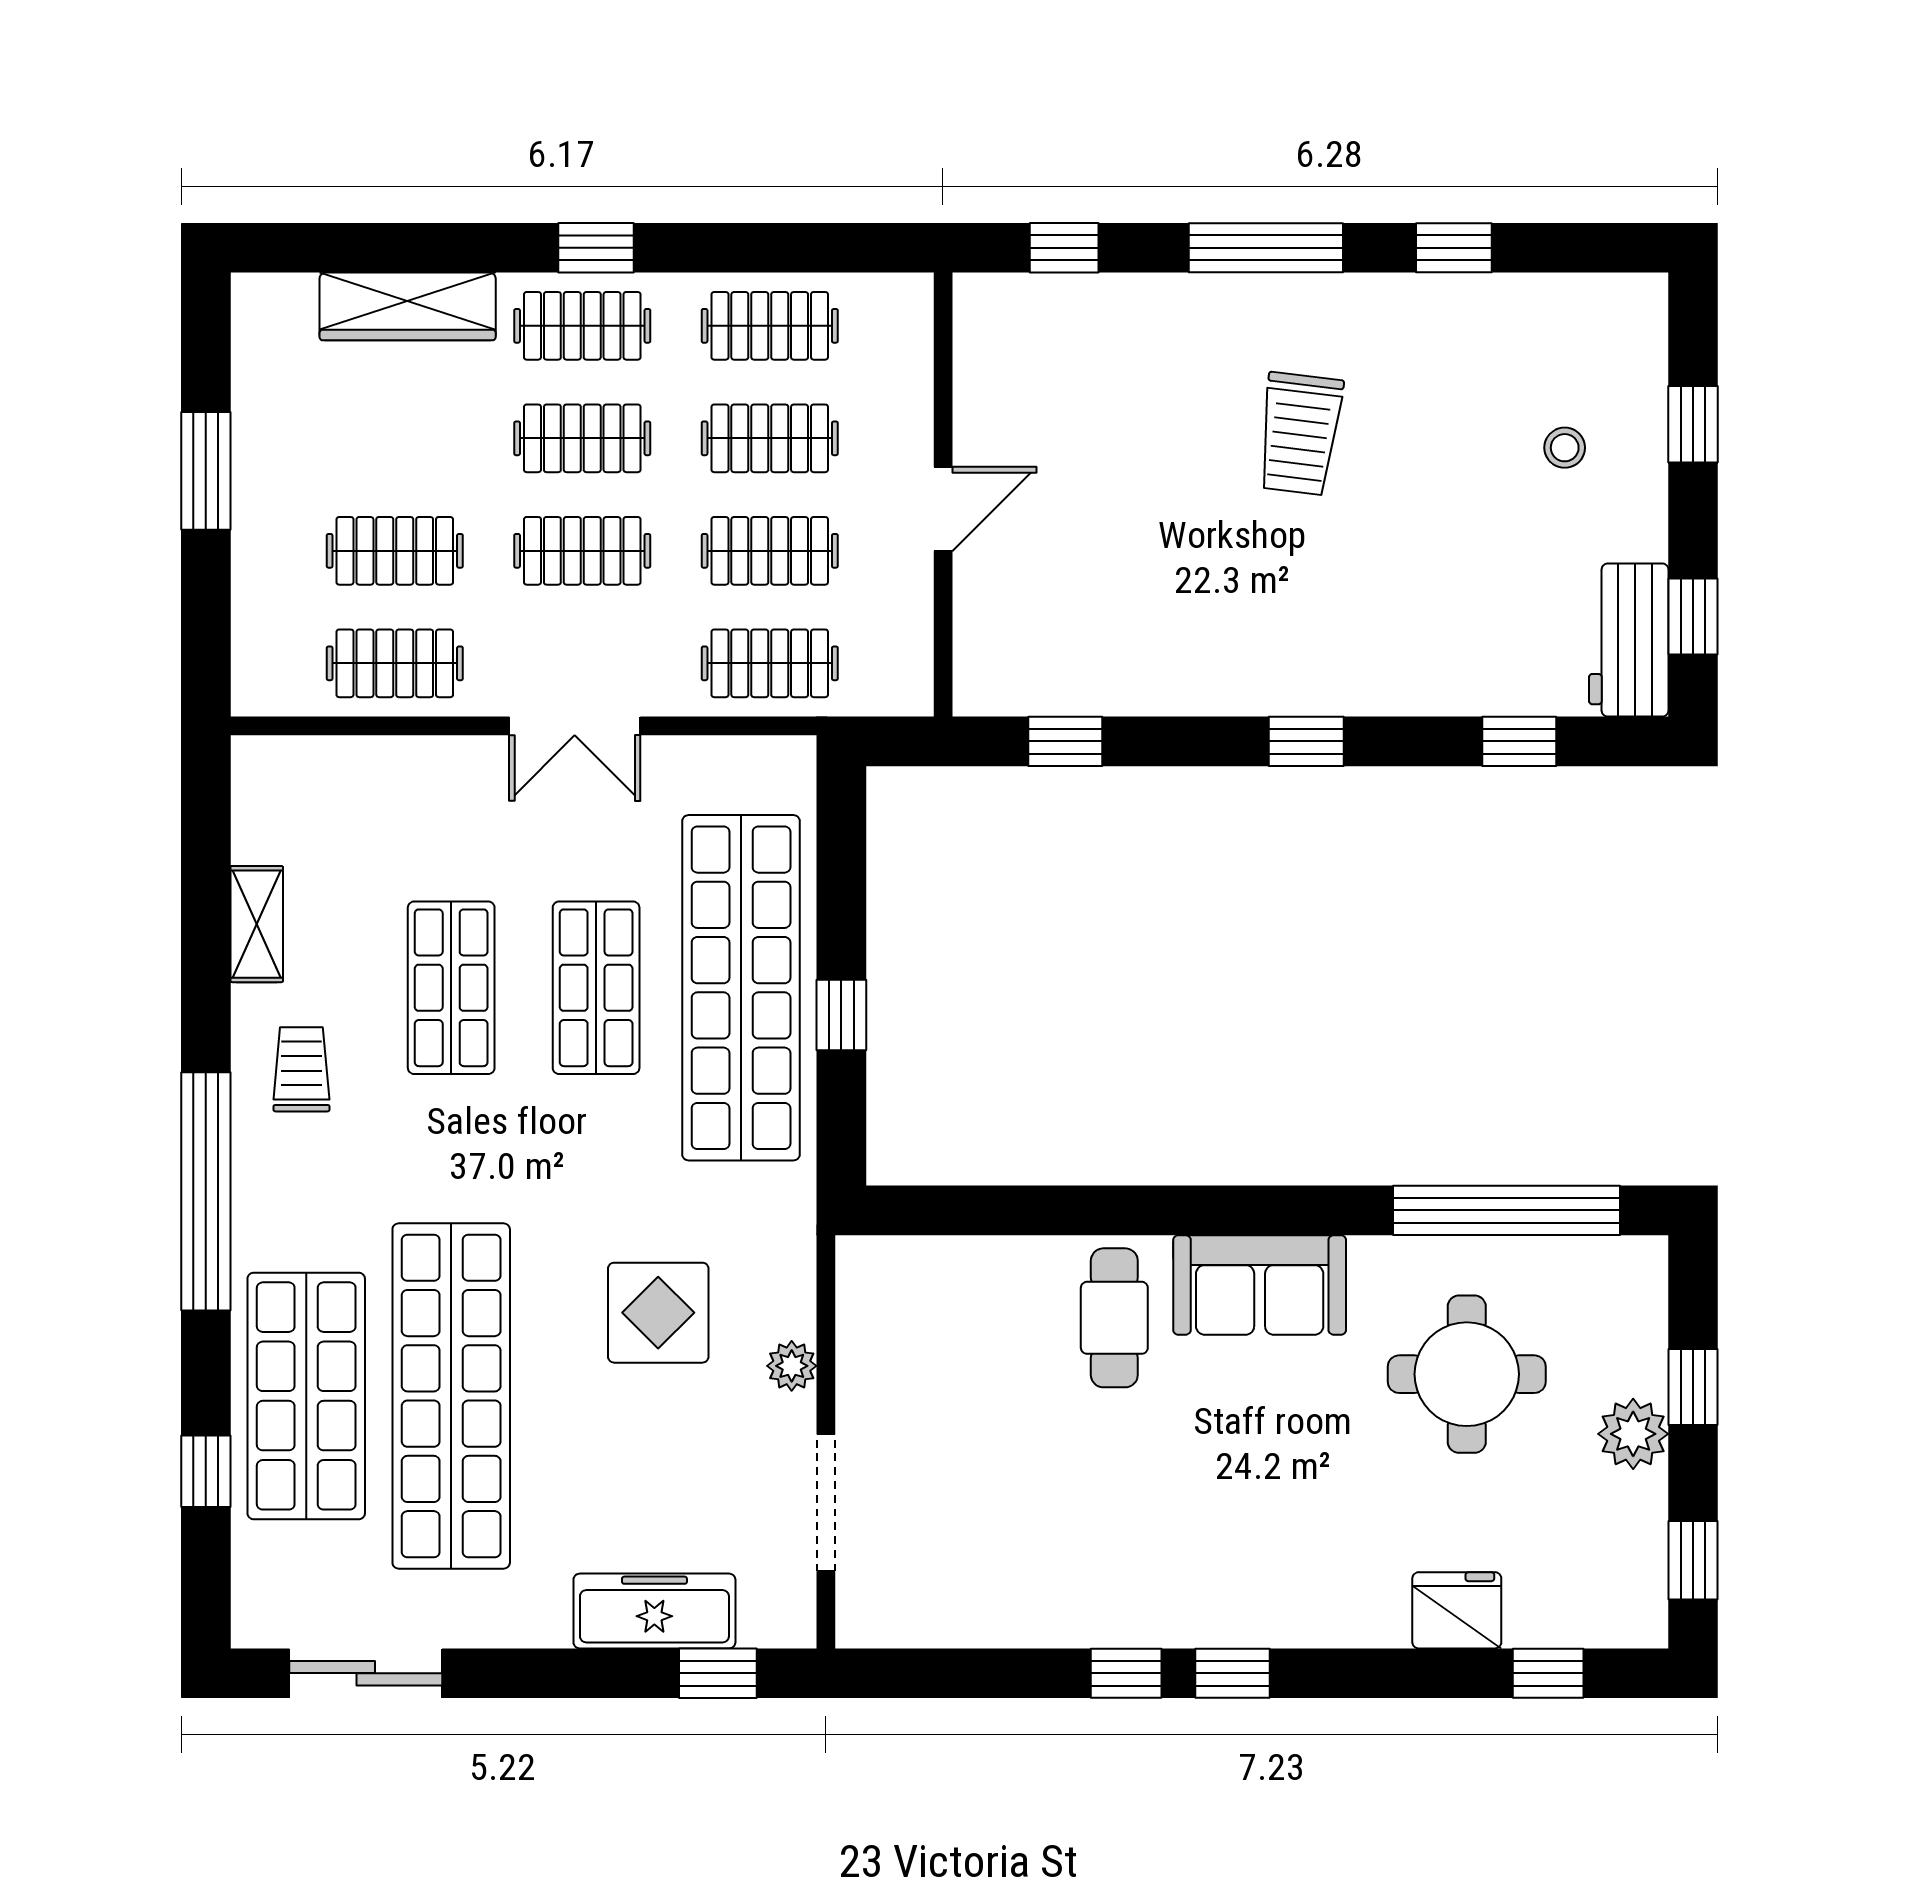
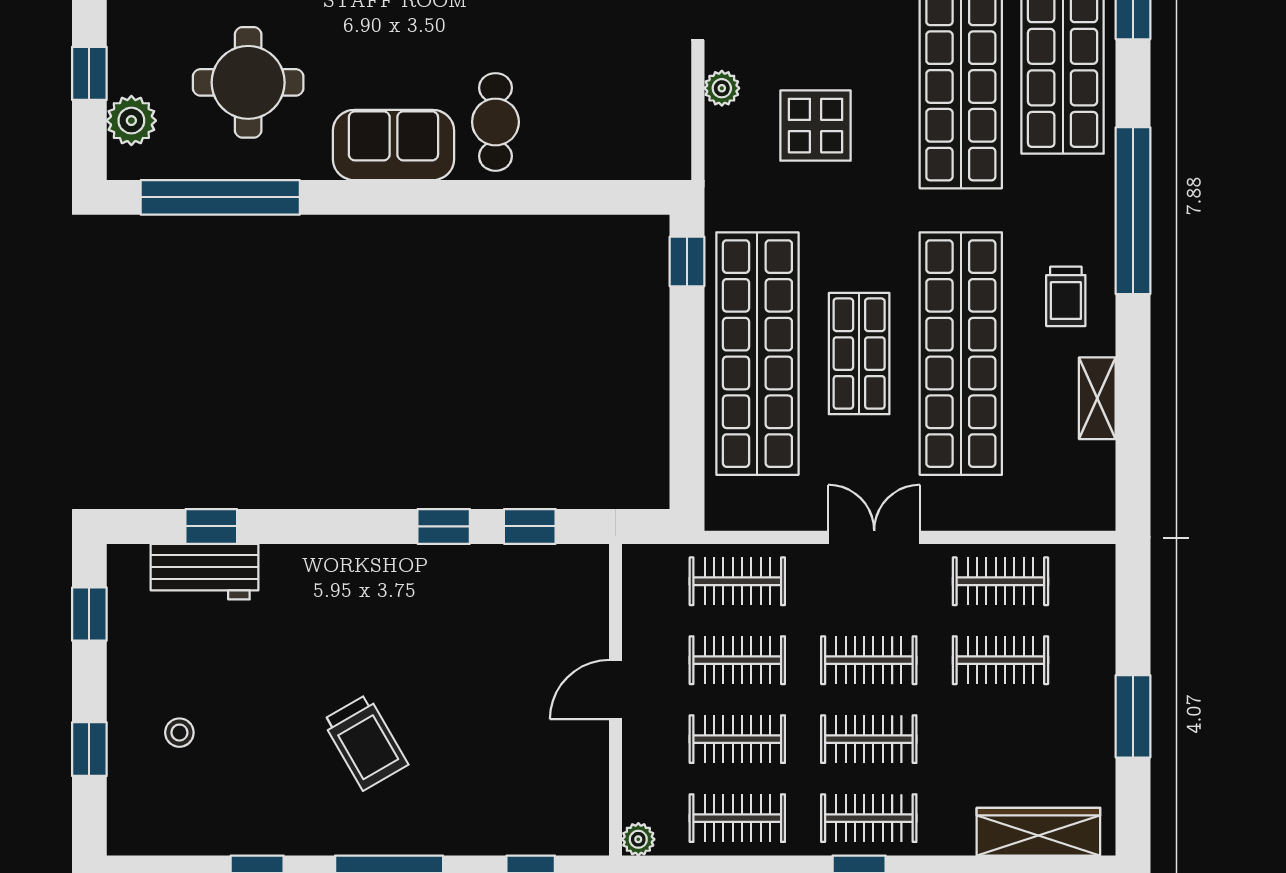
plant: (911, 296) -> (638, 839), added
wardrobe: (408, 306) -> (1038, 832), moved
trolley: (1300, 434) -> (365, 742), turned 143
workbench: (1629, 640) -> (204, 572), moved, turned 90
window: (1306, 741) -> (444, 526), moved
shop shelf: (451, 988) -> (961, 354), width x2.00, depth x1.36
window: (841, 1015) -> (687, 261), moved
plant: (1633, 1434) -> (131, 121), moved

